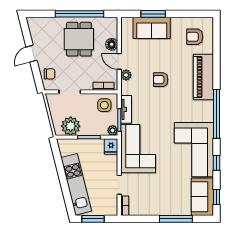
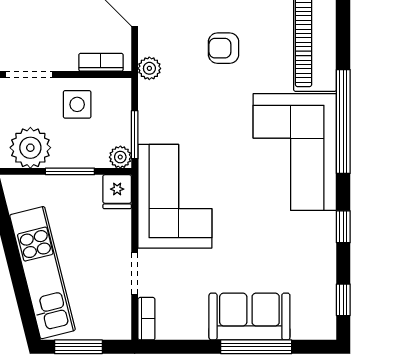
plant: (126, 75) -> (149, 68), moved
side table: (104, 105) -> (77, 104), moved
tv unit: (126, 109) -> (149, 112), removed
corner sofa: (194, 150) -> (295, 152), moved
sofa: (202, 197) -> (249, 317), moved, turned 90

